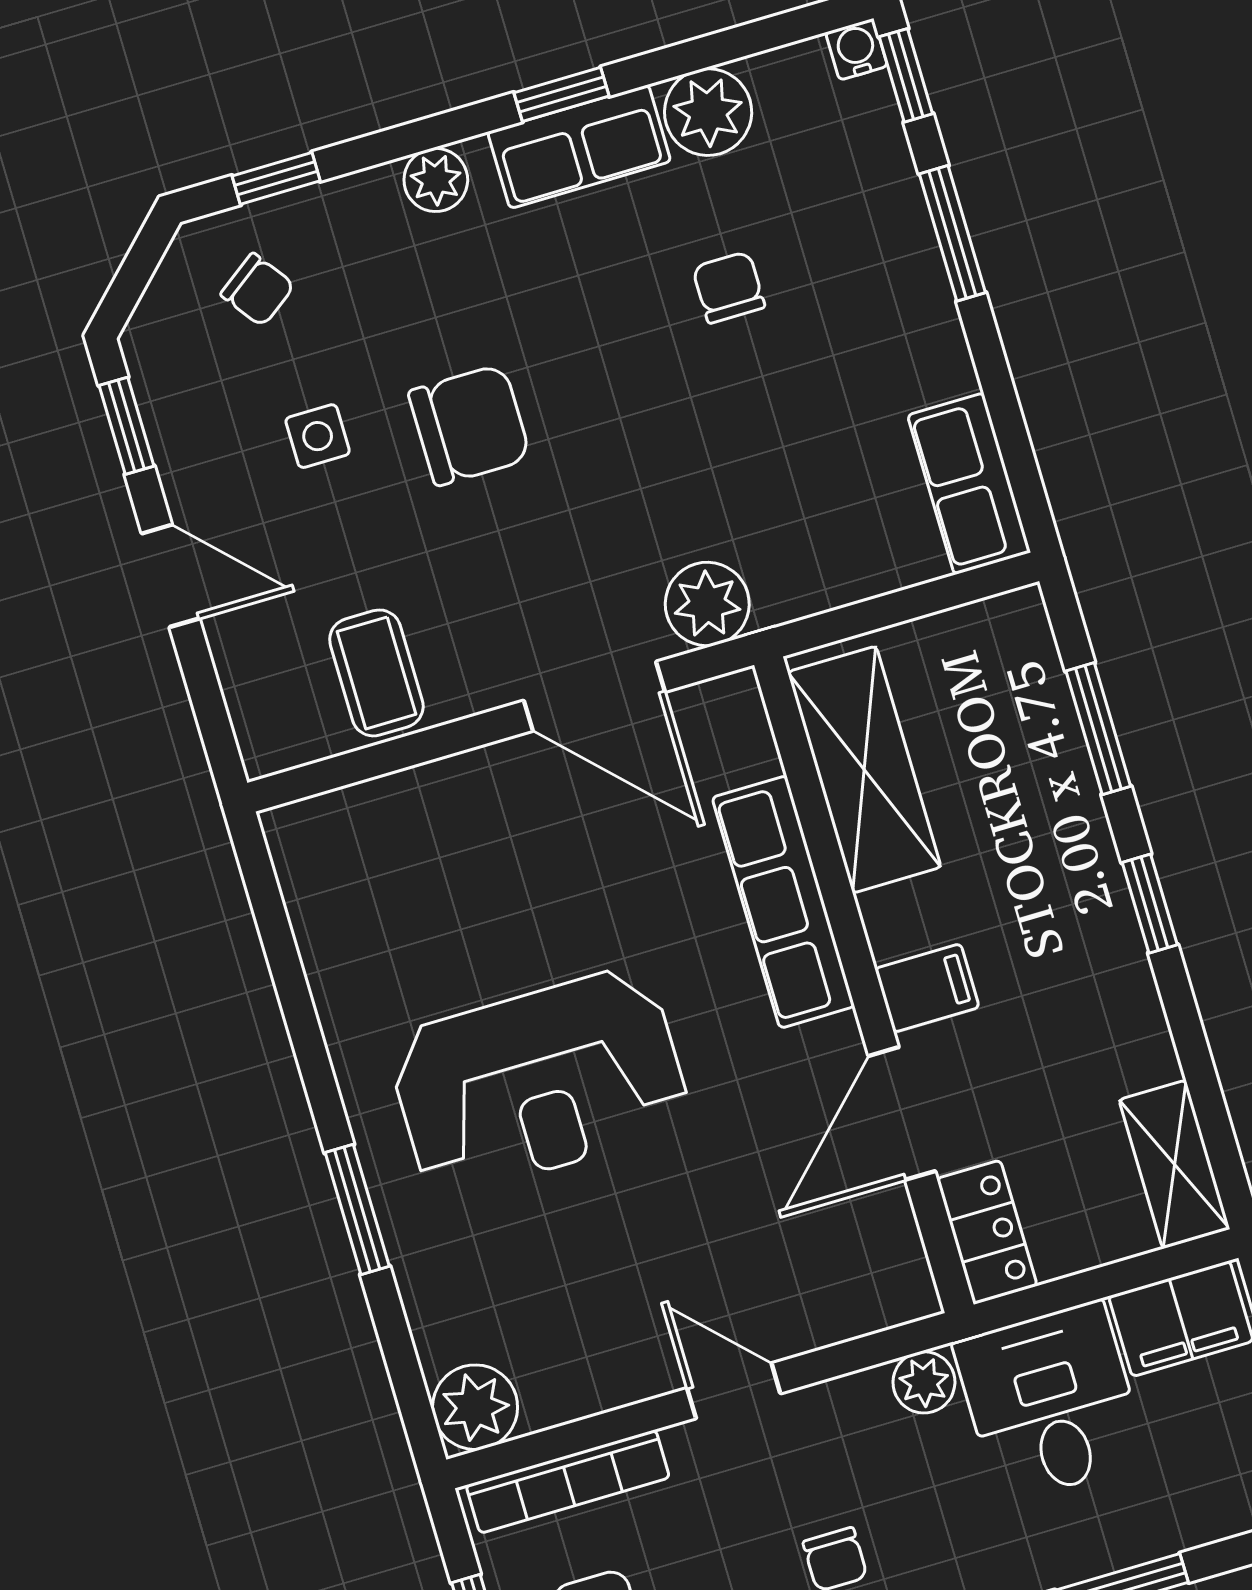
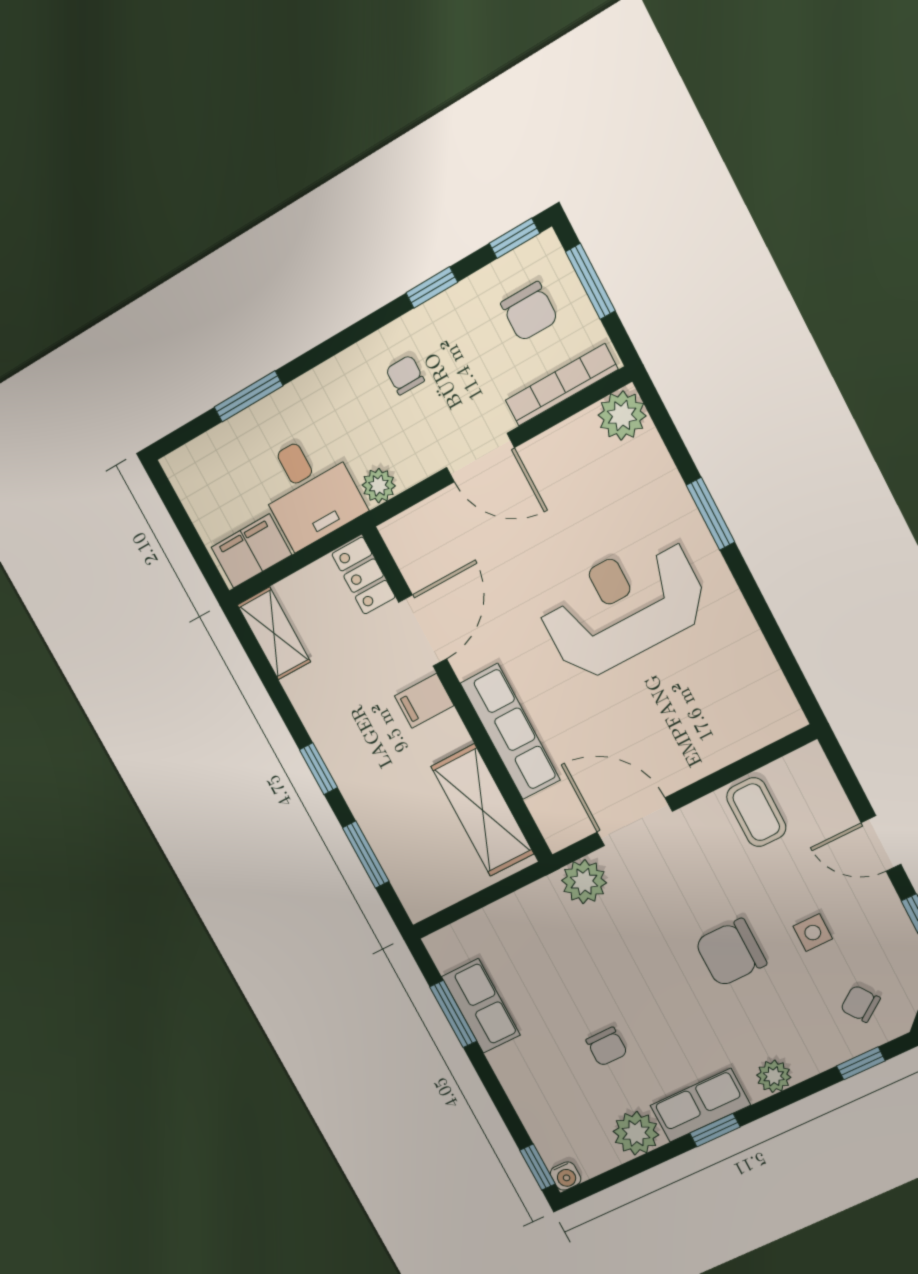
window: (952, 233) -> (453, 1014), moved
row of seats: (969, 484) -> (481, 1006), moved
door: (734, 1391) -> (480, 458), width x1.38

